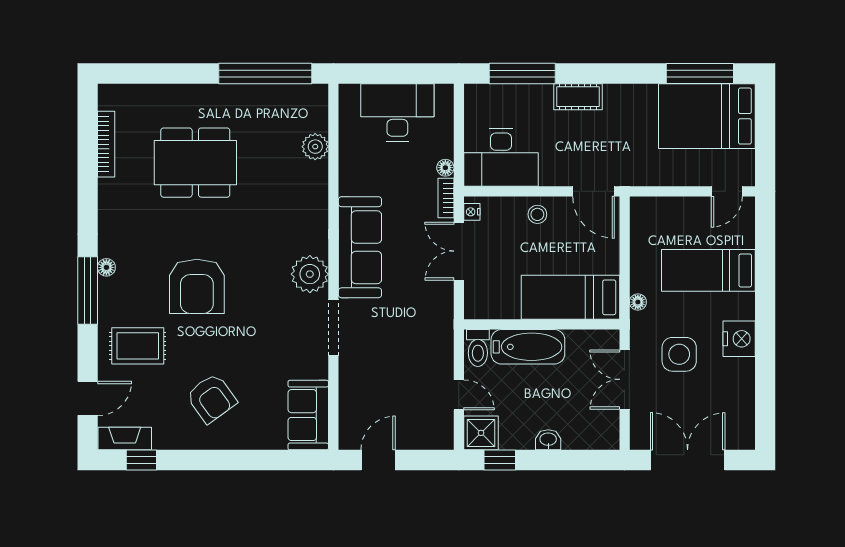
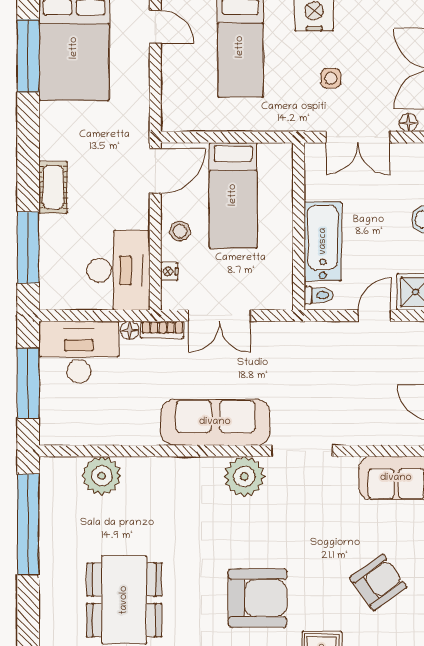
window: (396, 74) -> (28, 383), added
desk: (397, 112) -> (79, 352), moved, turned 90
plant: (315, 147) -> (102, 476), width x1.36, depth x1.36
nightstand: (472, 212) -> (169, 271), moved, turned 90
bed: (570, 297) -> (233, 195), moved
floor lamp: (638, 302) -> (409, 123), moved
toilet: (478, 348) -> (318, 295), width x0.73, depth x0.72
side table: (679, 354) -> (331, 78), width x0.54, depth x0.54

